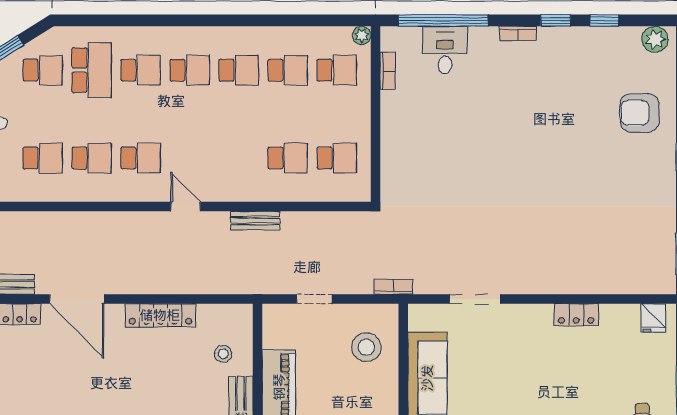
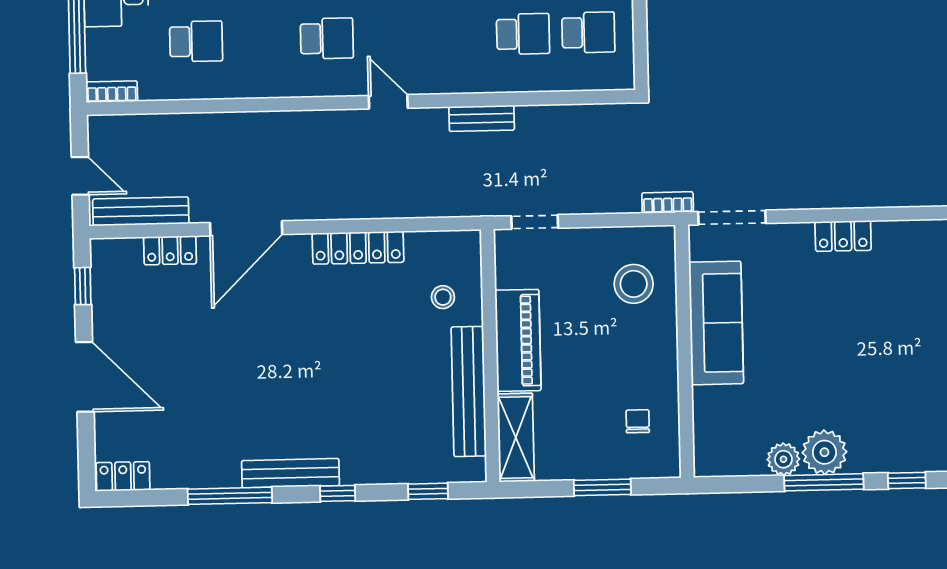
school desk: (92, 158) -> (261, 40), removed
door: (77, 299) -> (246, 228), hinge flipped
doorway: (314, 299) -> (535, 222), moved
doorway: (475, 299) -> (732, 217), moved
locker: (576, 315) -> (843, 236), moved

